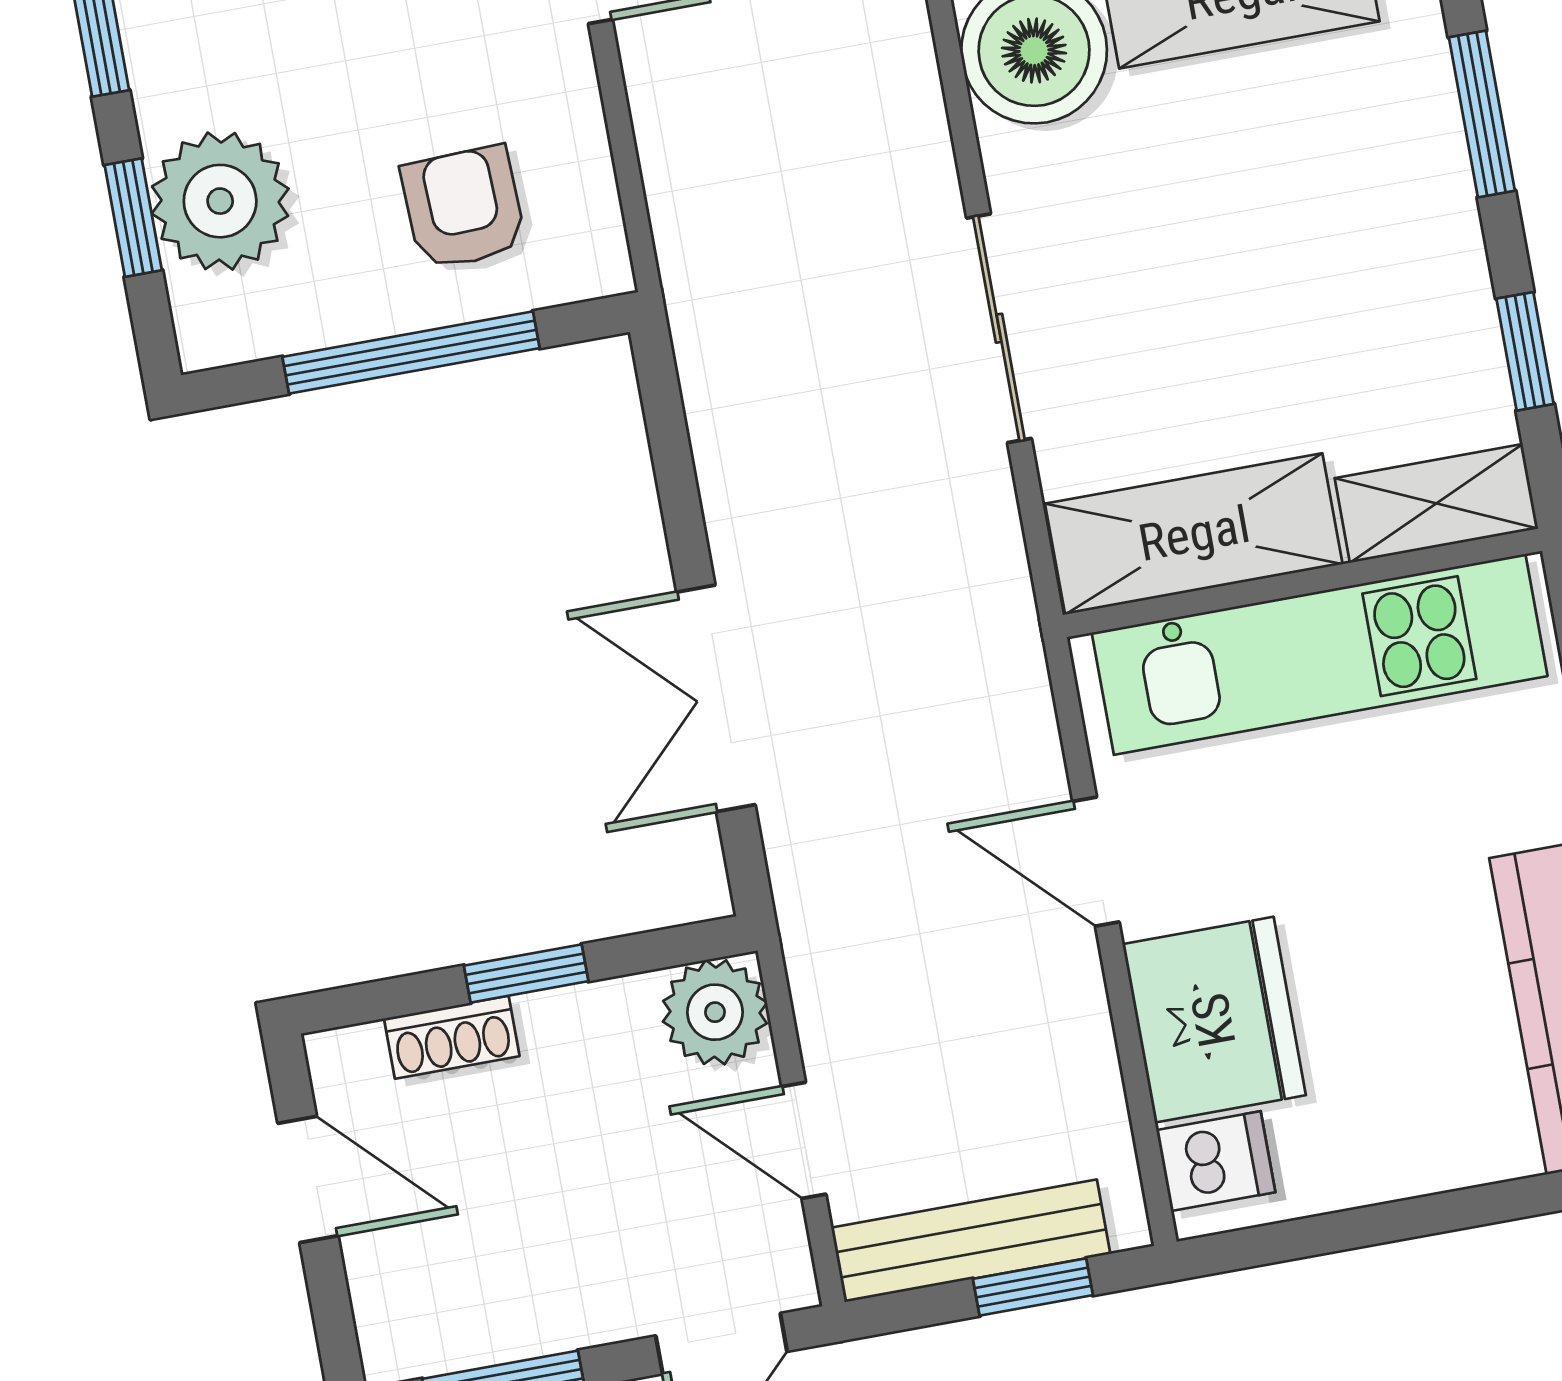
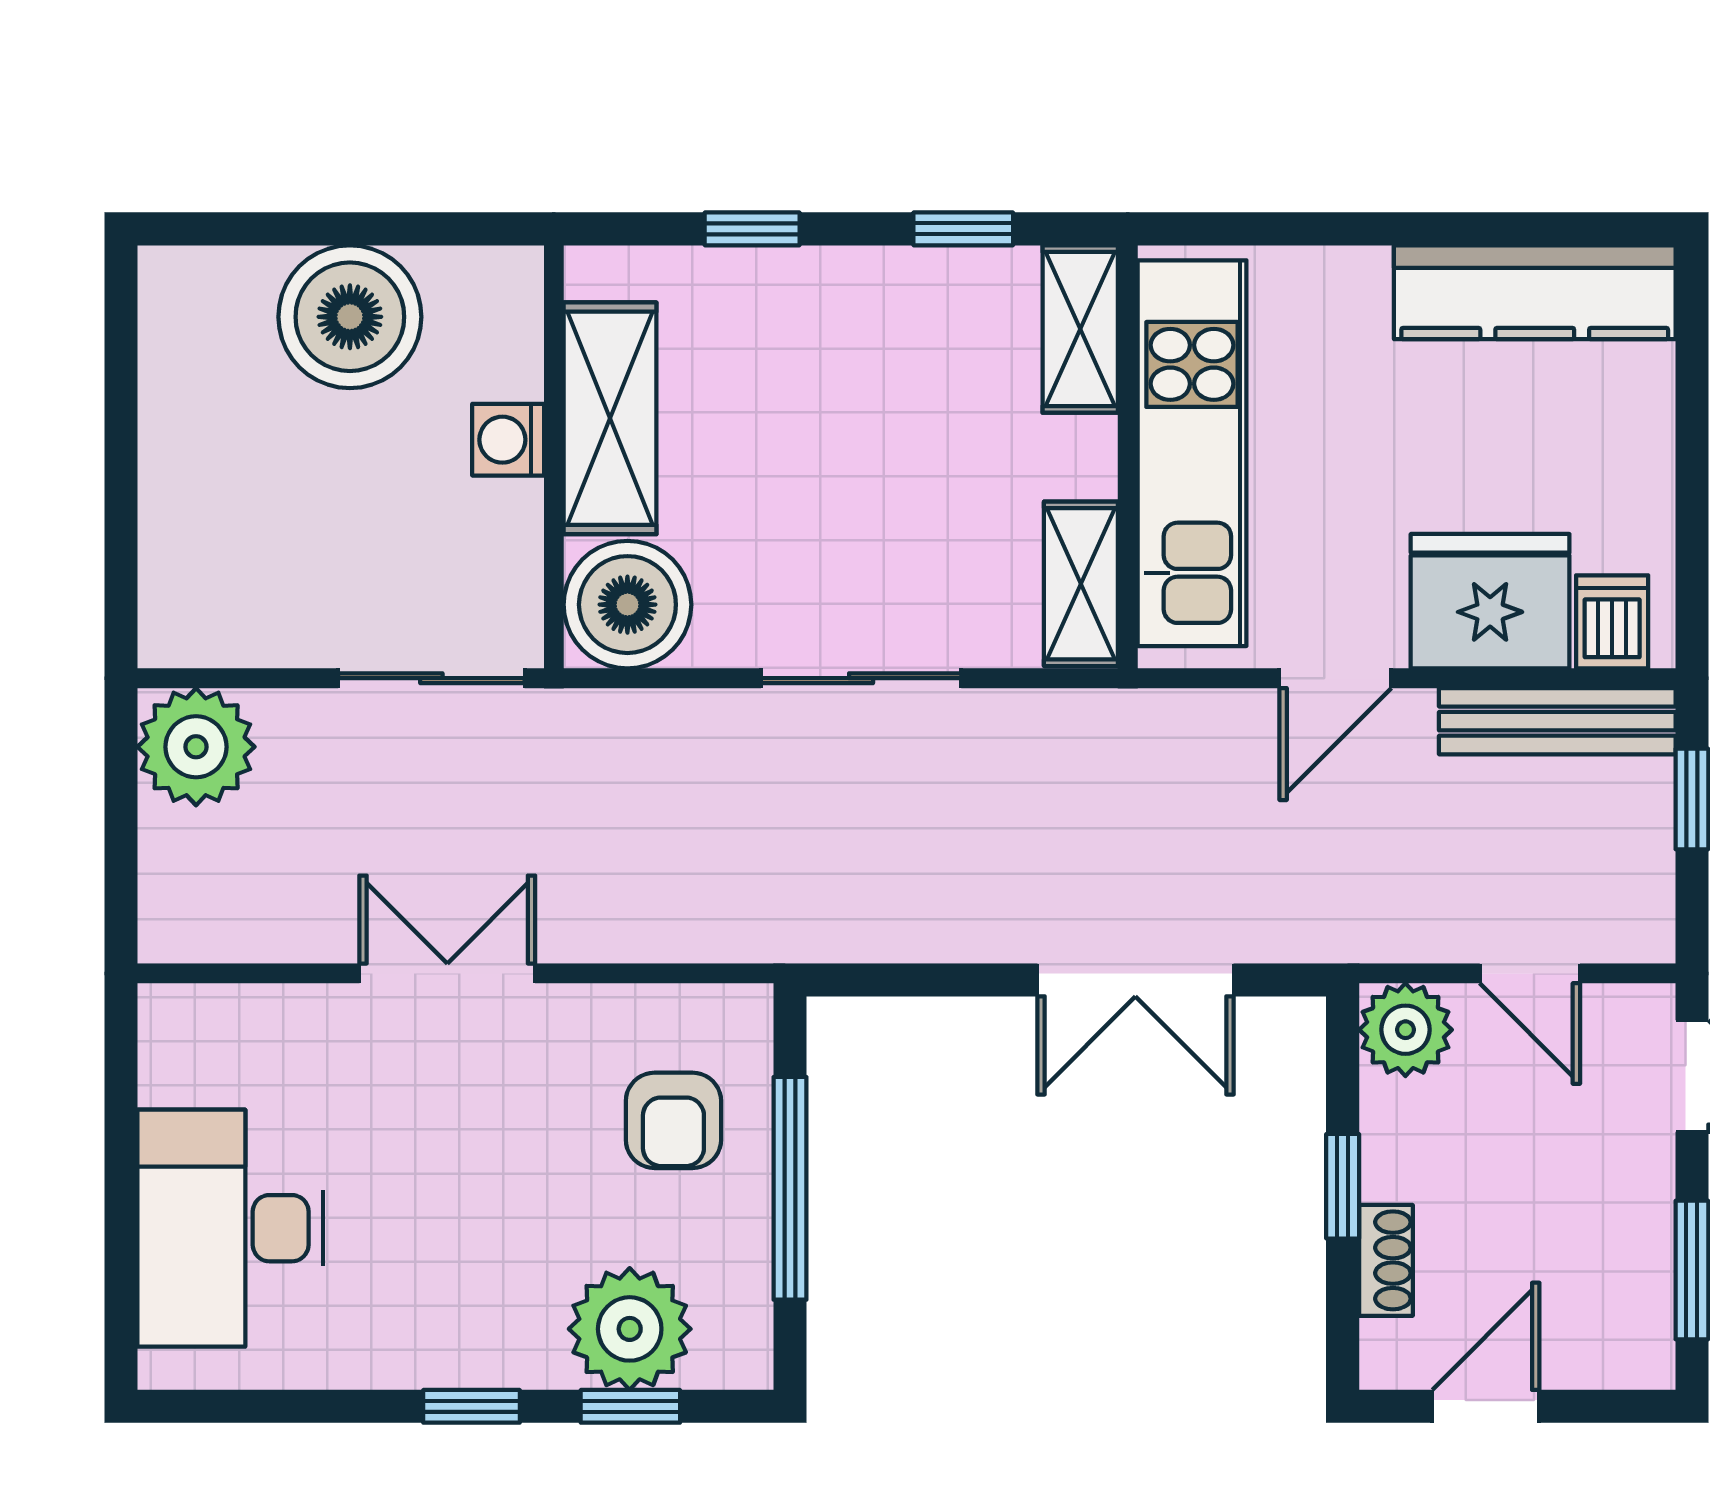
window: (1482, 114) -> (752, 229), width x0.67
armchair: (464, 208) -> (673, 1120), turned -88
shelving: (1194, 534) -> (1081, 584), width x0.67, depth x0.75
door: (804, 1140) -> (1530, 973), hinge flipped
bench: (971, 1241) -> (1557, 721), moved, turned 90

